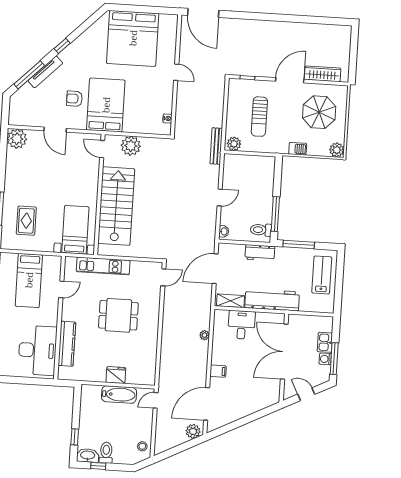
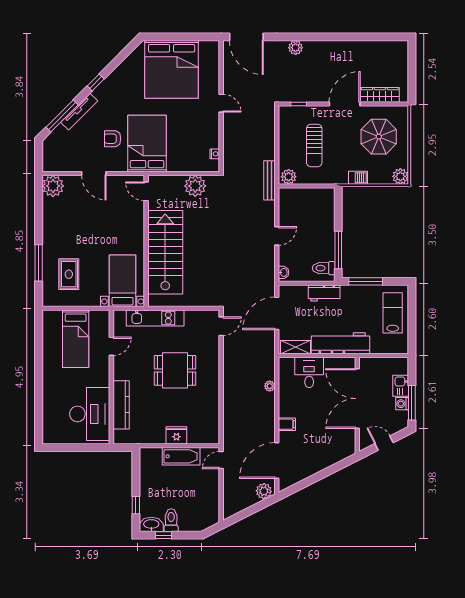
plant: (248, 26) -> (296, 48), added
plant: (131, 146) -> (195, 186), moved
stool: (142, 446) -> (210, 511), removed

